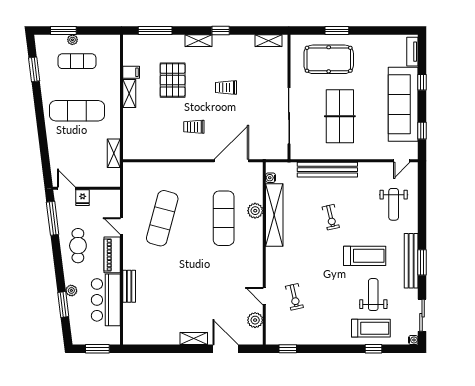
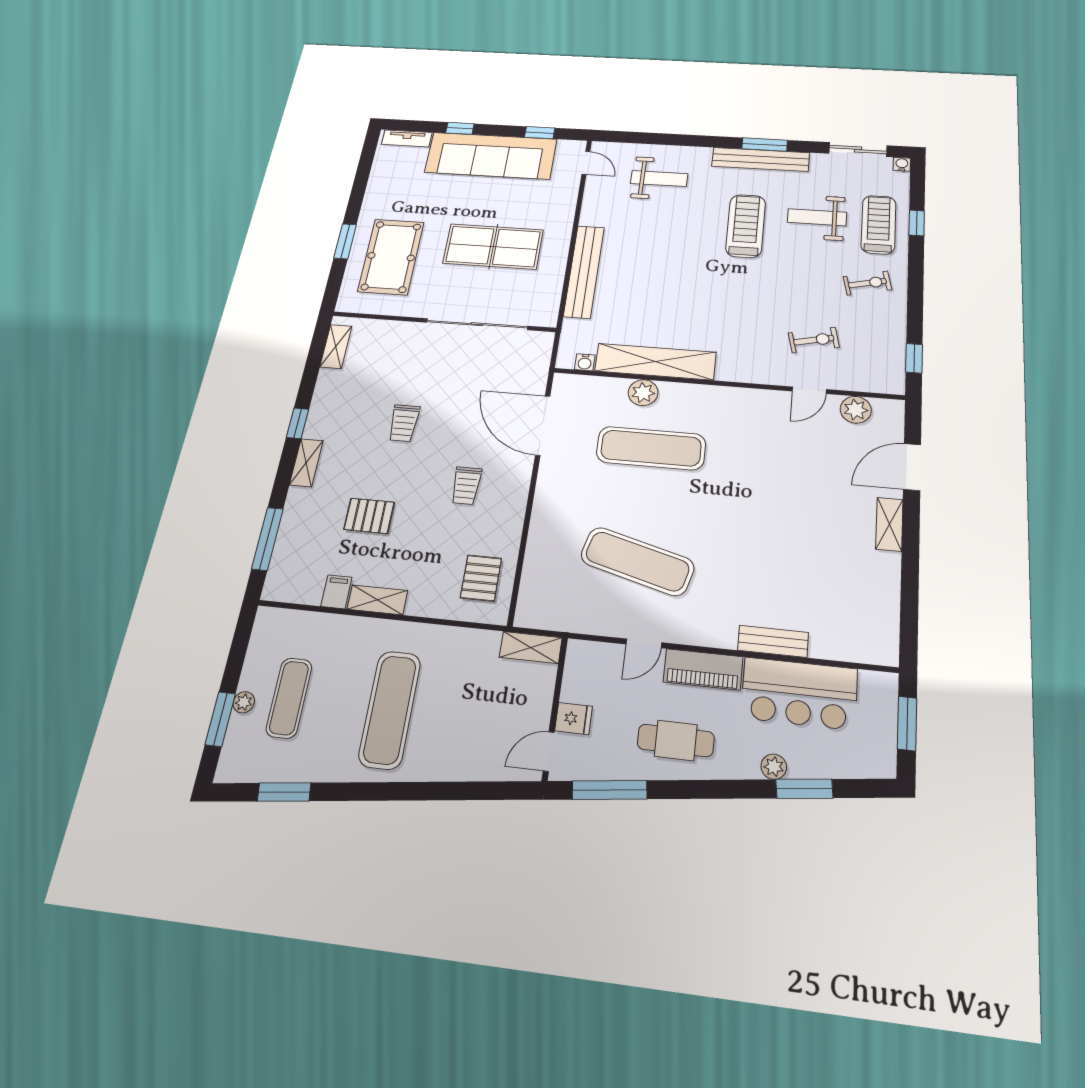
pallet: (173, 80) -> (369, 516), width x0.67, depth x0.71
pallet: (146, 143) -> (481, 578), added
shelving: (114, 153) -> (531, 647), moved
exercise bike: (331, 217) -> (867, 283), moved

